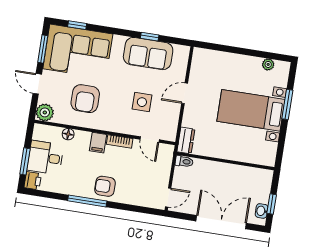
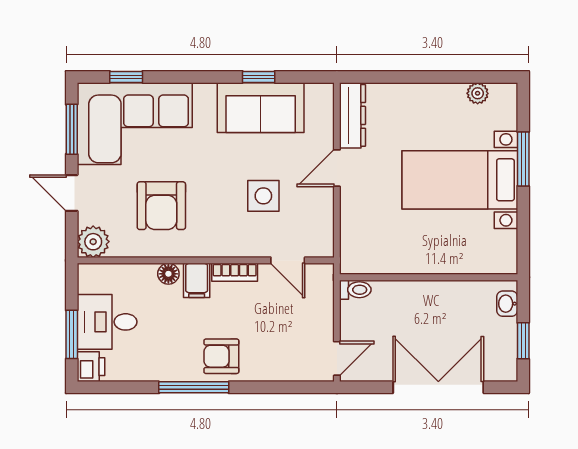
floor lamp: (68, 134) -> (168, 274), moved
dresser: (186, 140) -> (353, 115), moved, width x1.44
washbasin: (262, 211) -> (507, 304), moved

